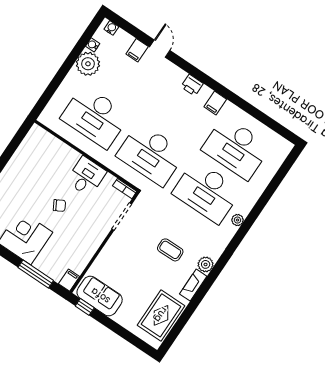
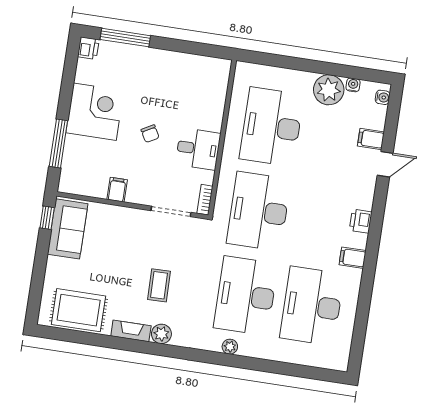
filing cabinet: (69, 280) -> (117, 190), moved, turned -90

